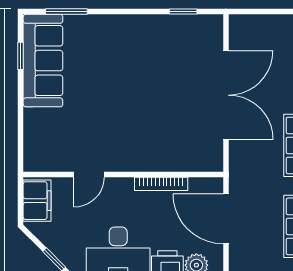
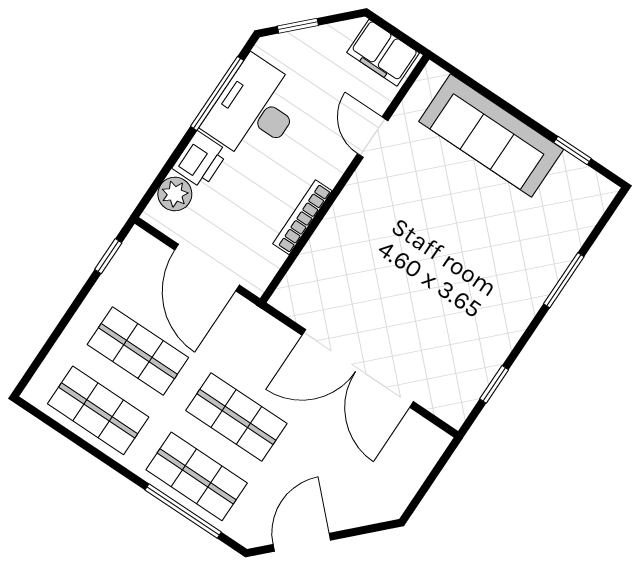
window: (66, 11) -> (564, 280), moved
sofa: (43, 61) -> (491, 135), moved
door: (226, 219) -> (207, 268), swing flipped

